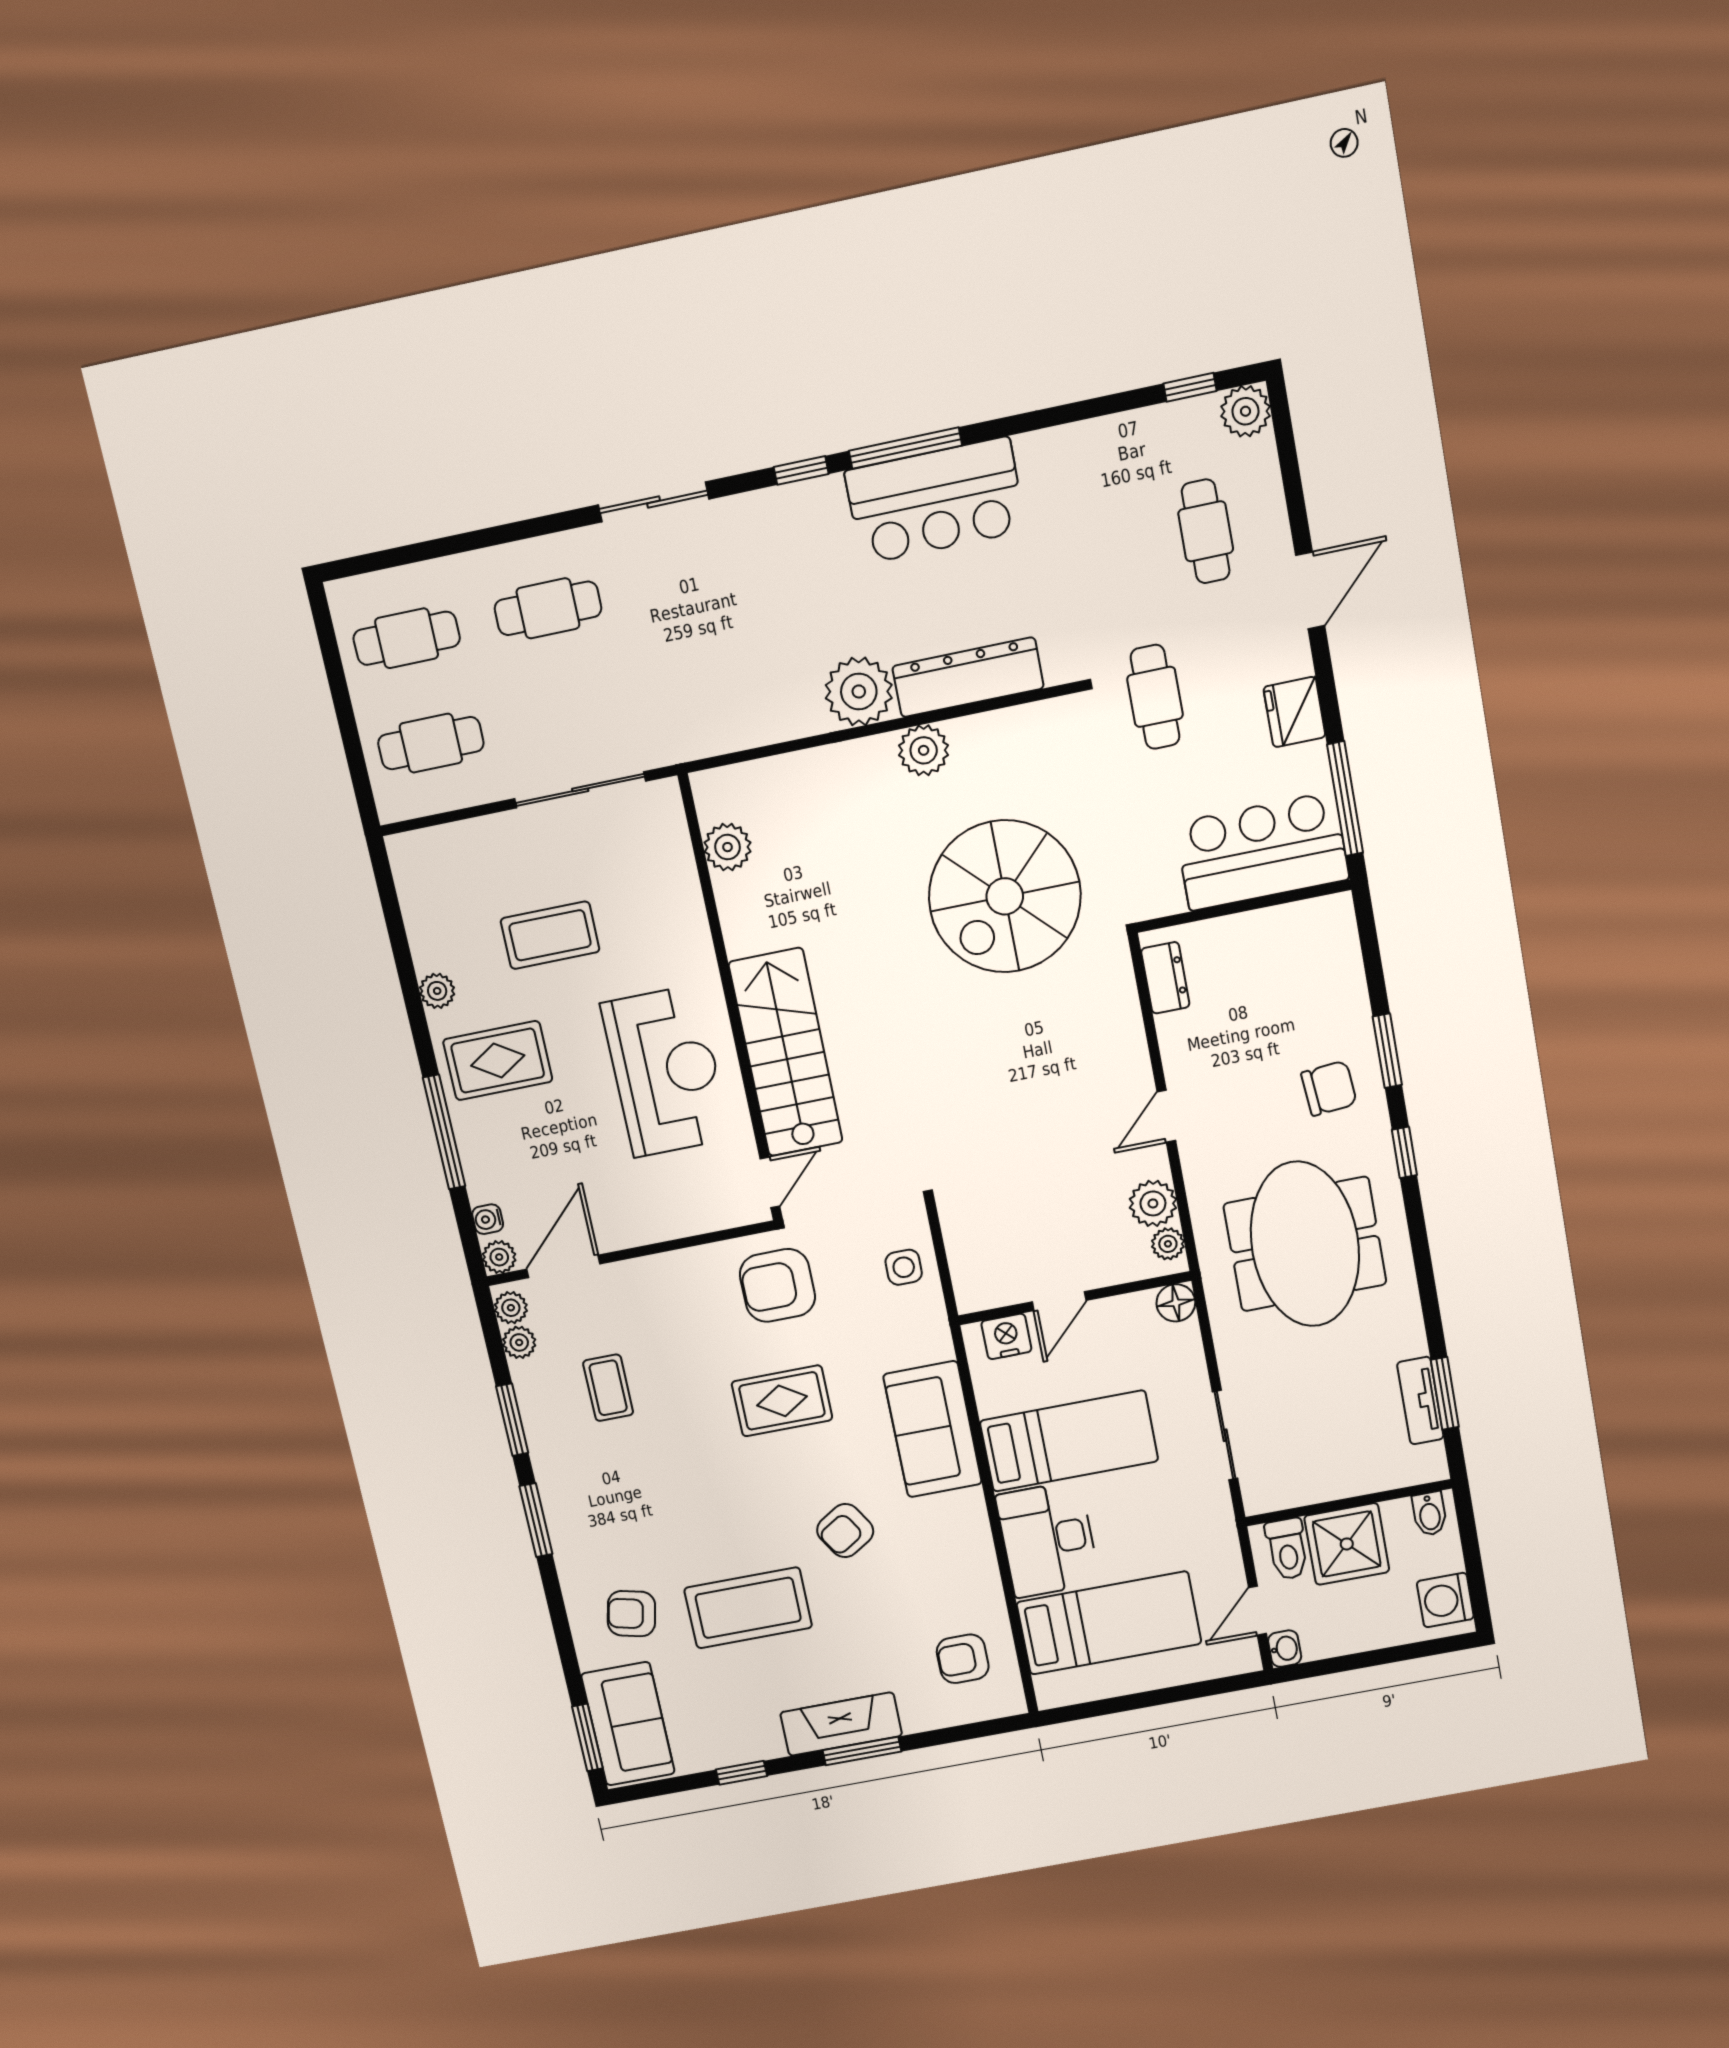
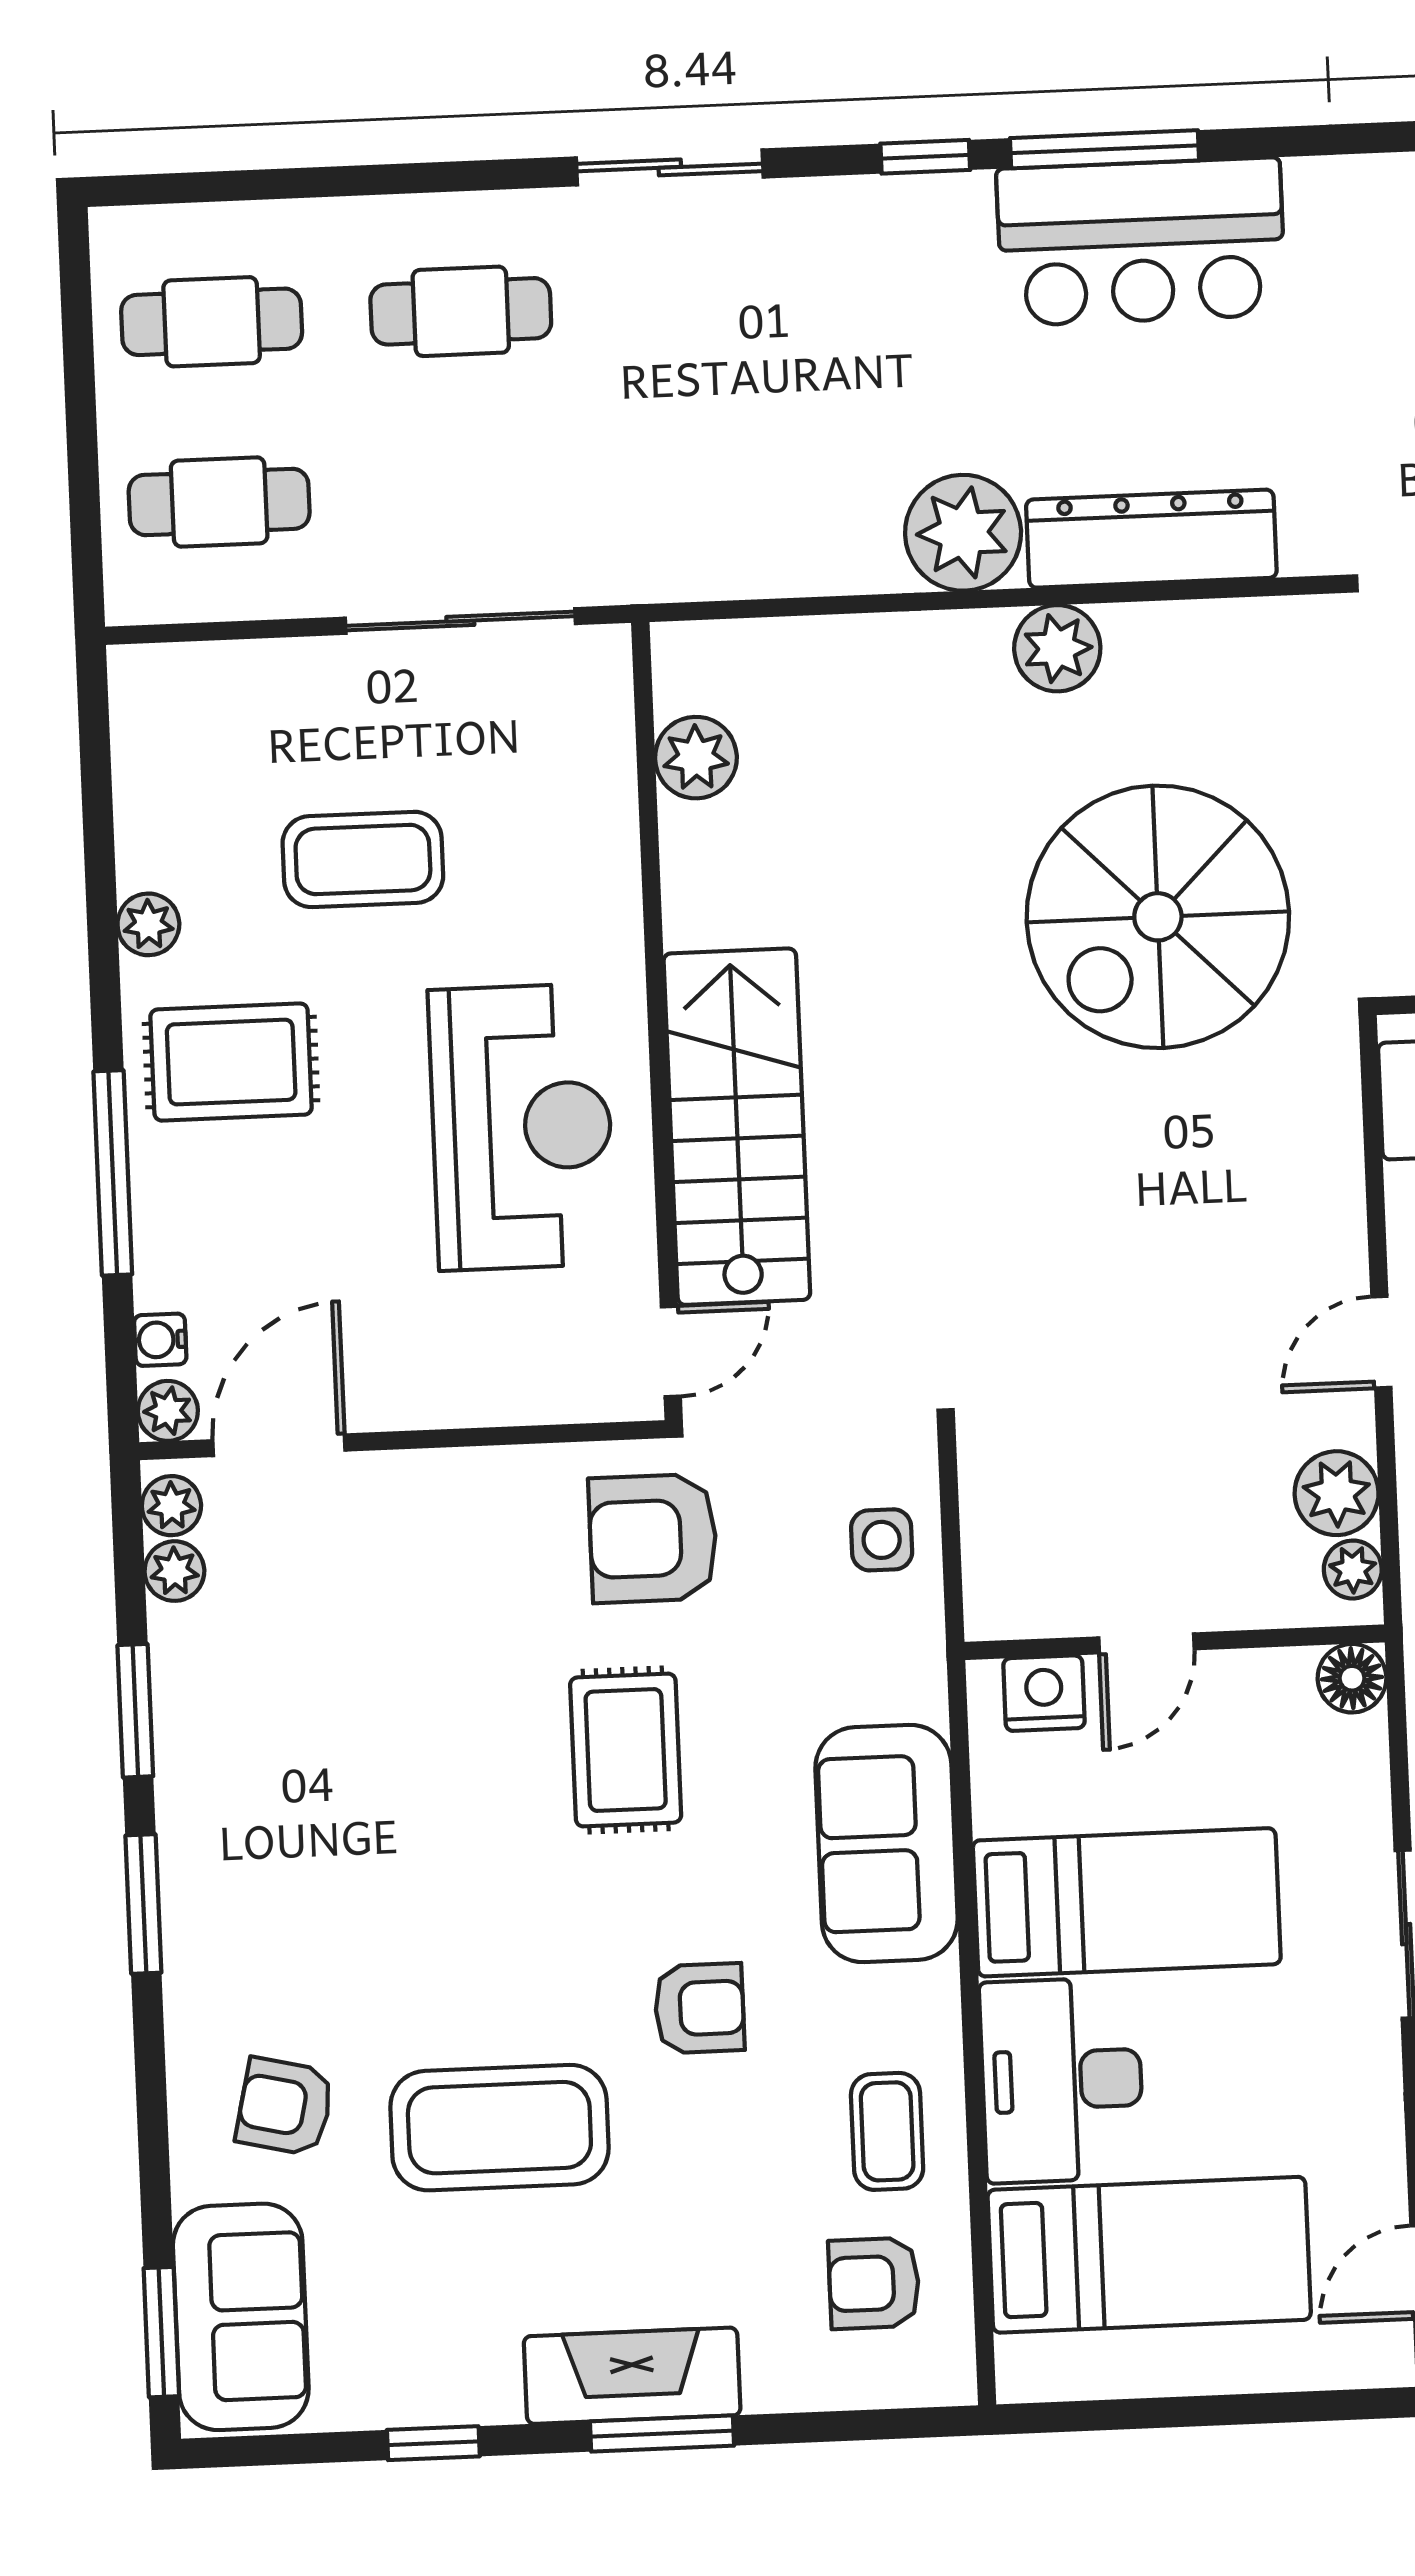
coffee table: (608, 1388) -> (887, 2131), moved
rug: (782, 1401) -> (626, 1750), turned 90
armchair: (845, 1531) -> (699, 2008), turned -148

